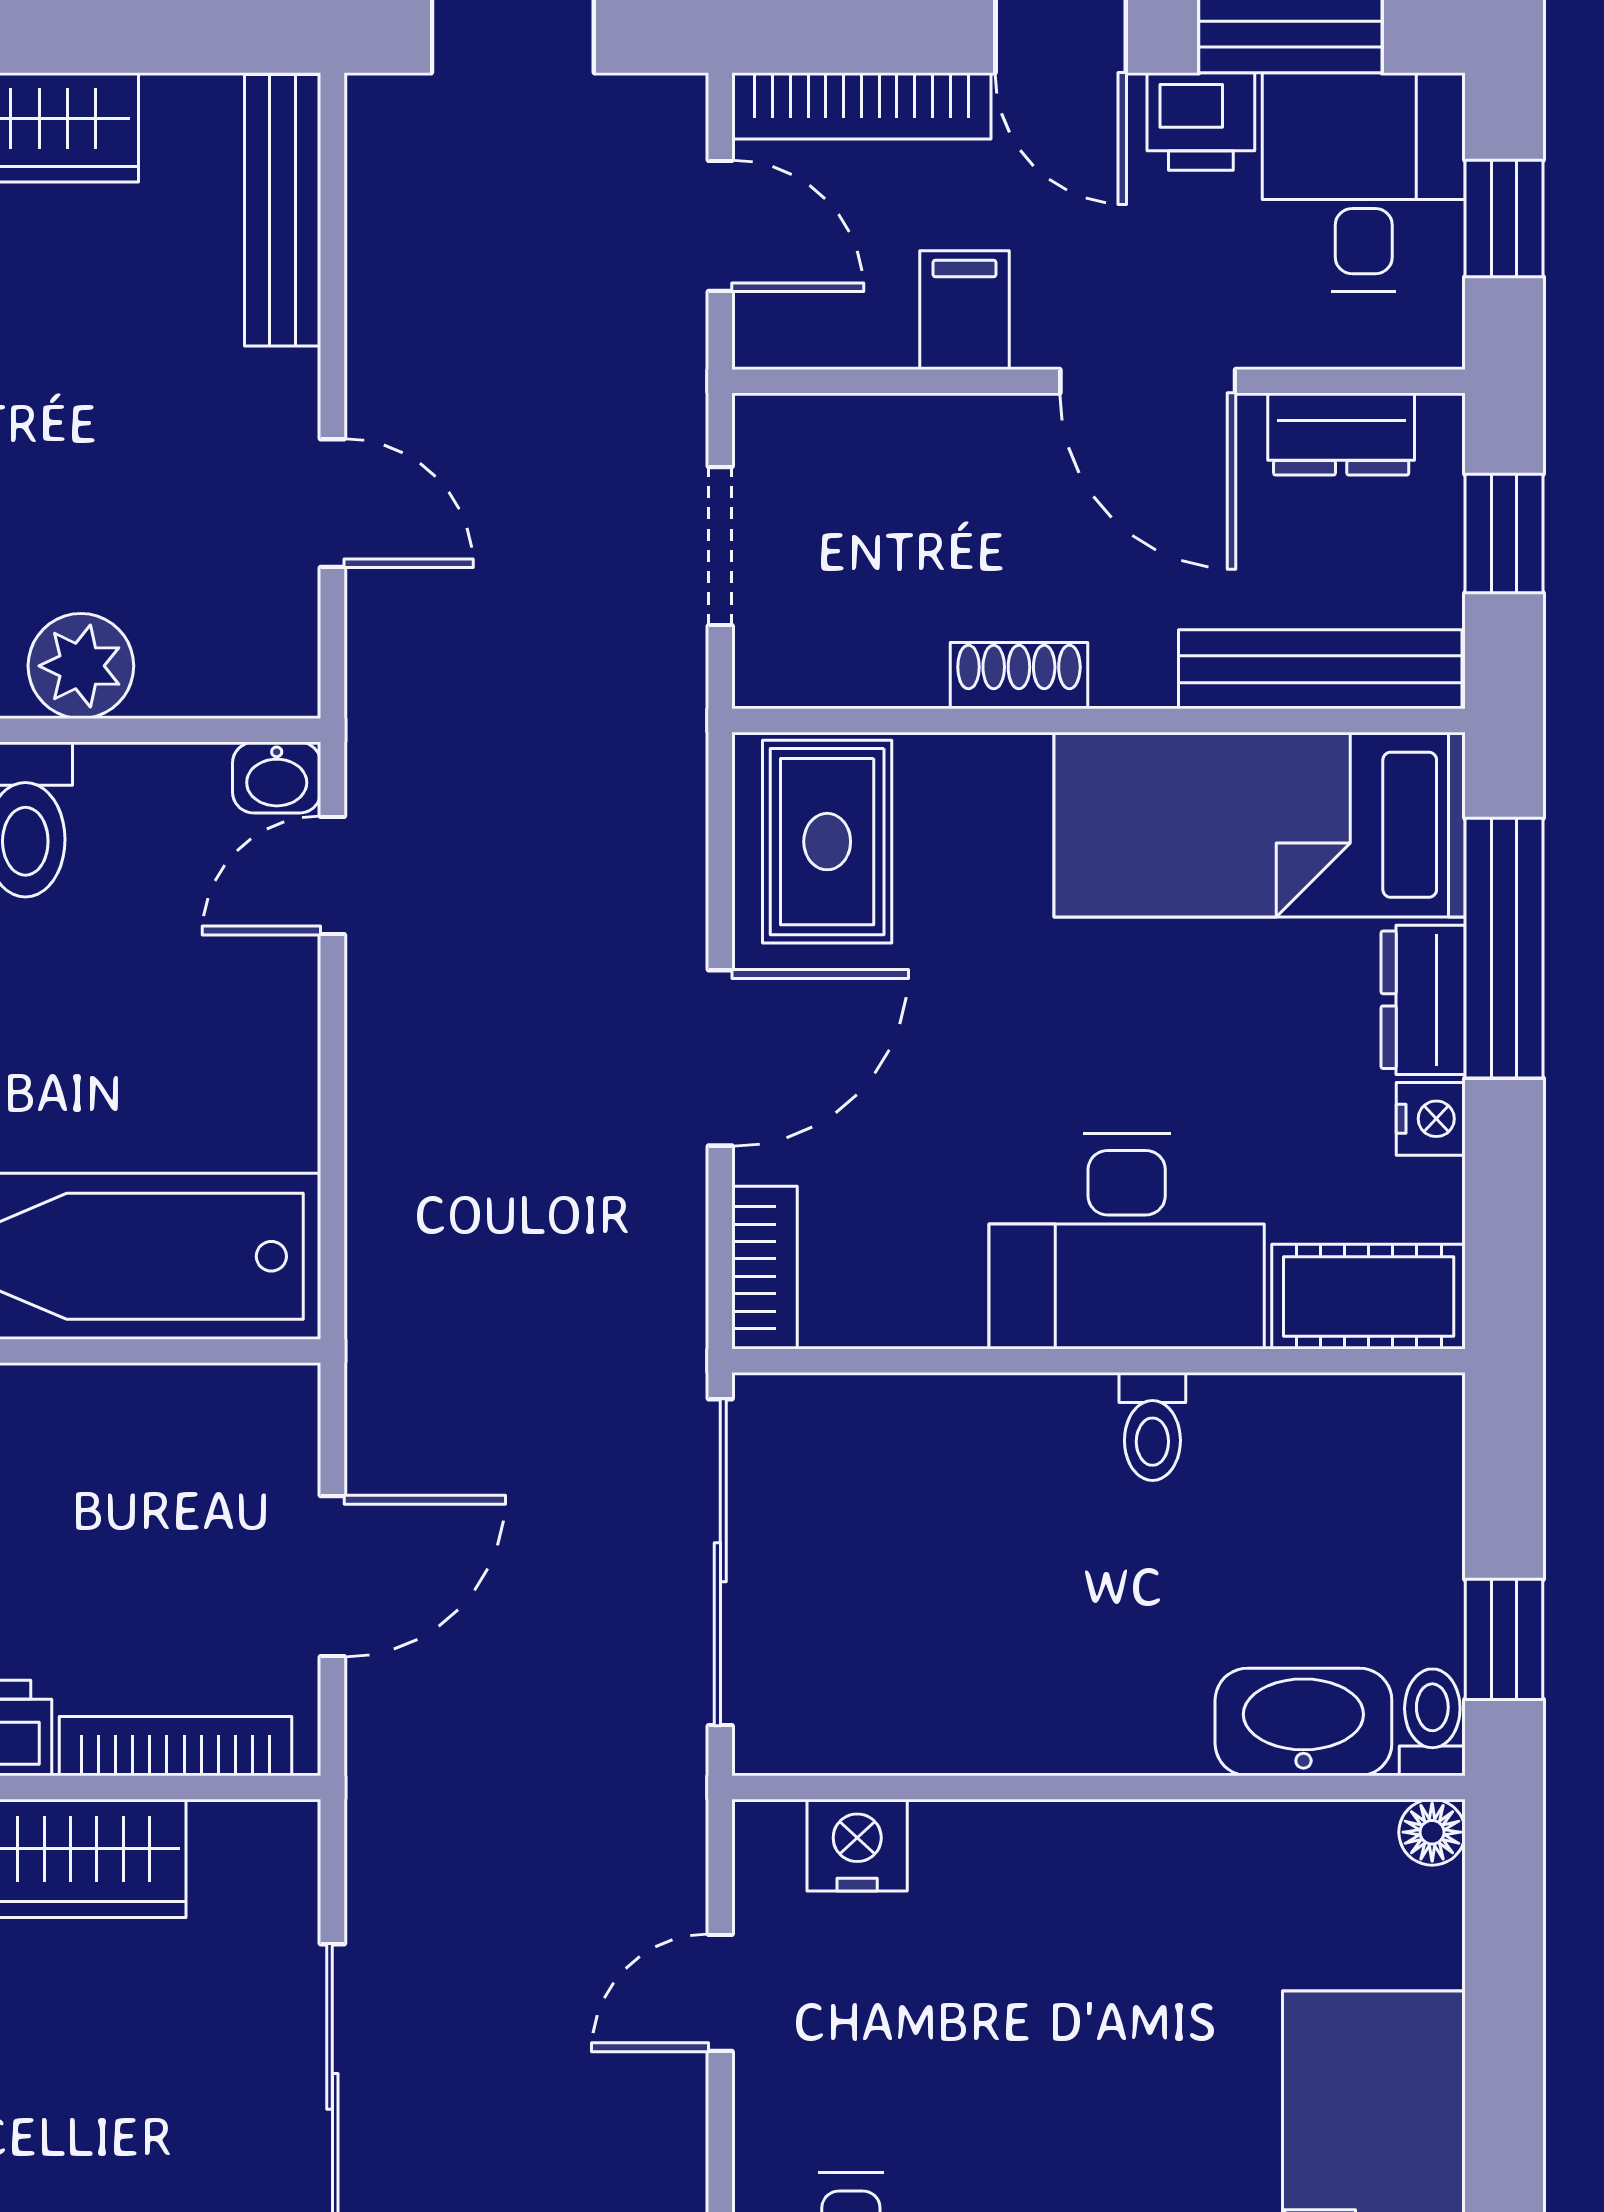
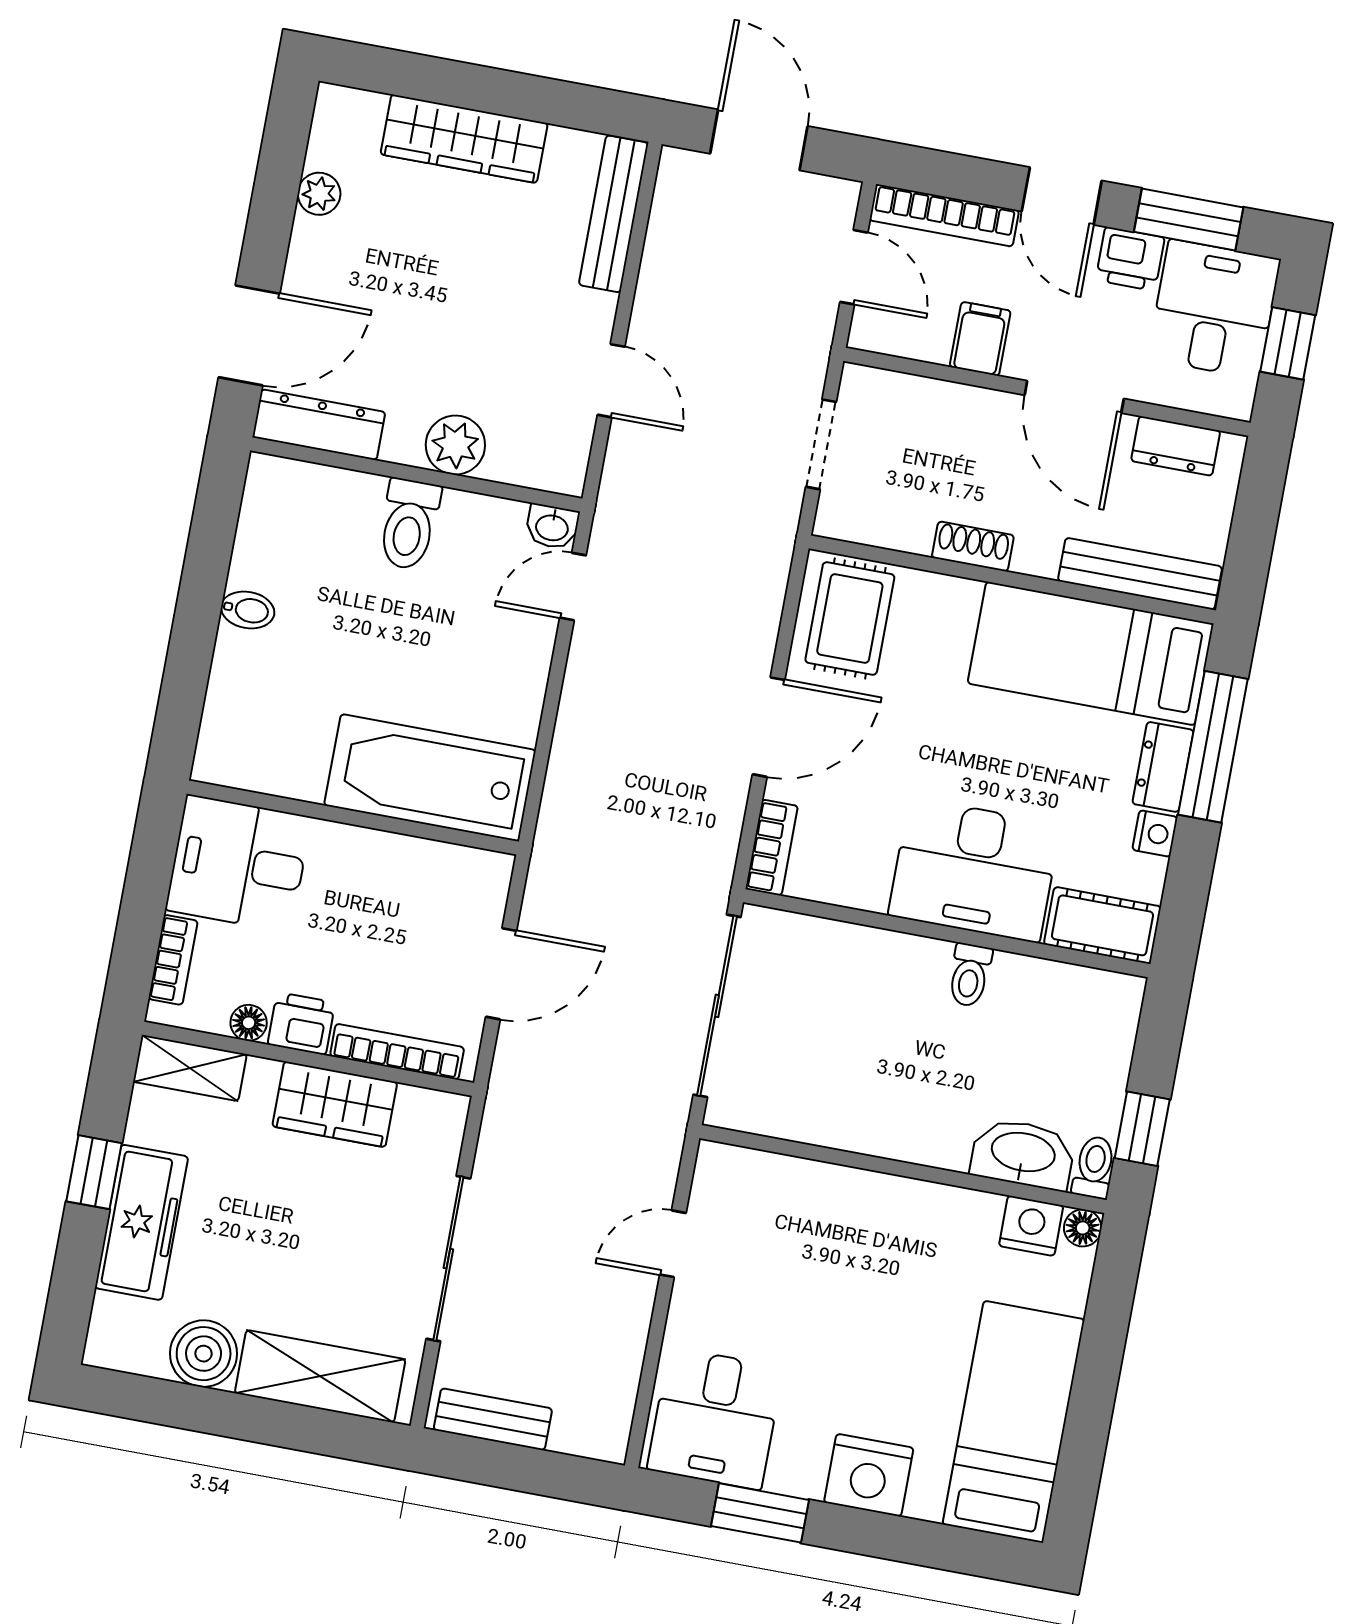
window: (1504, 534) -> (1255, 518), removed
nightstand: (857, 1845) -> (1031, 1226), moved

